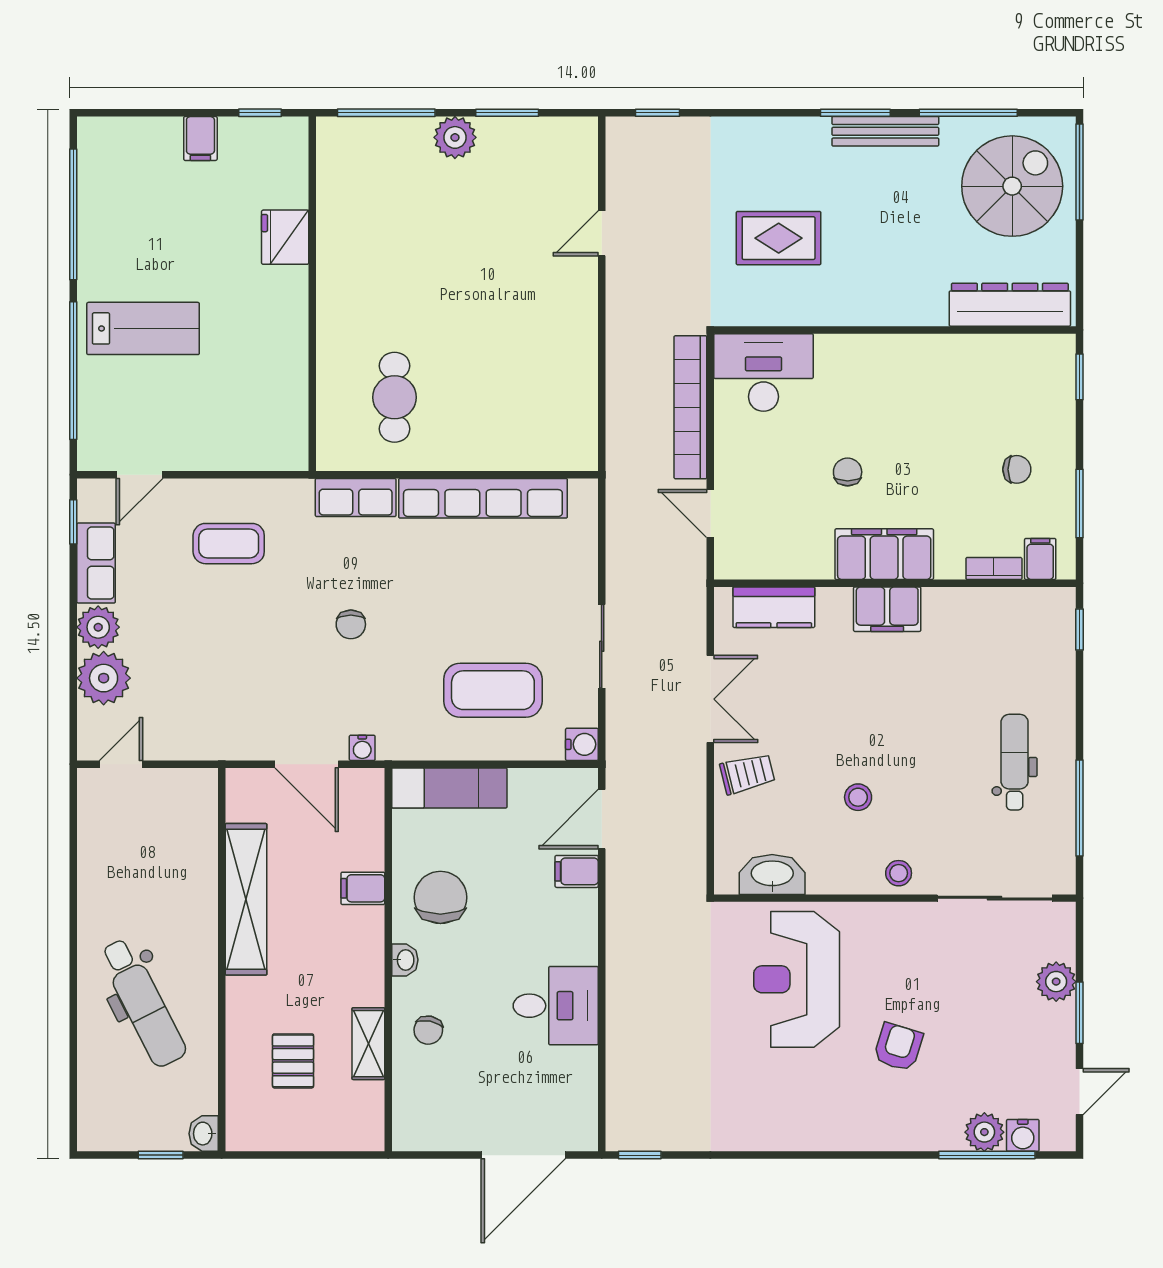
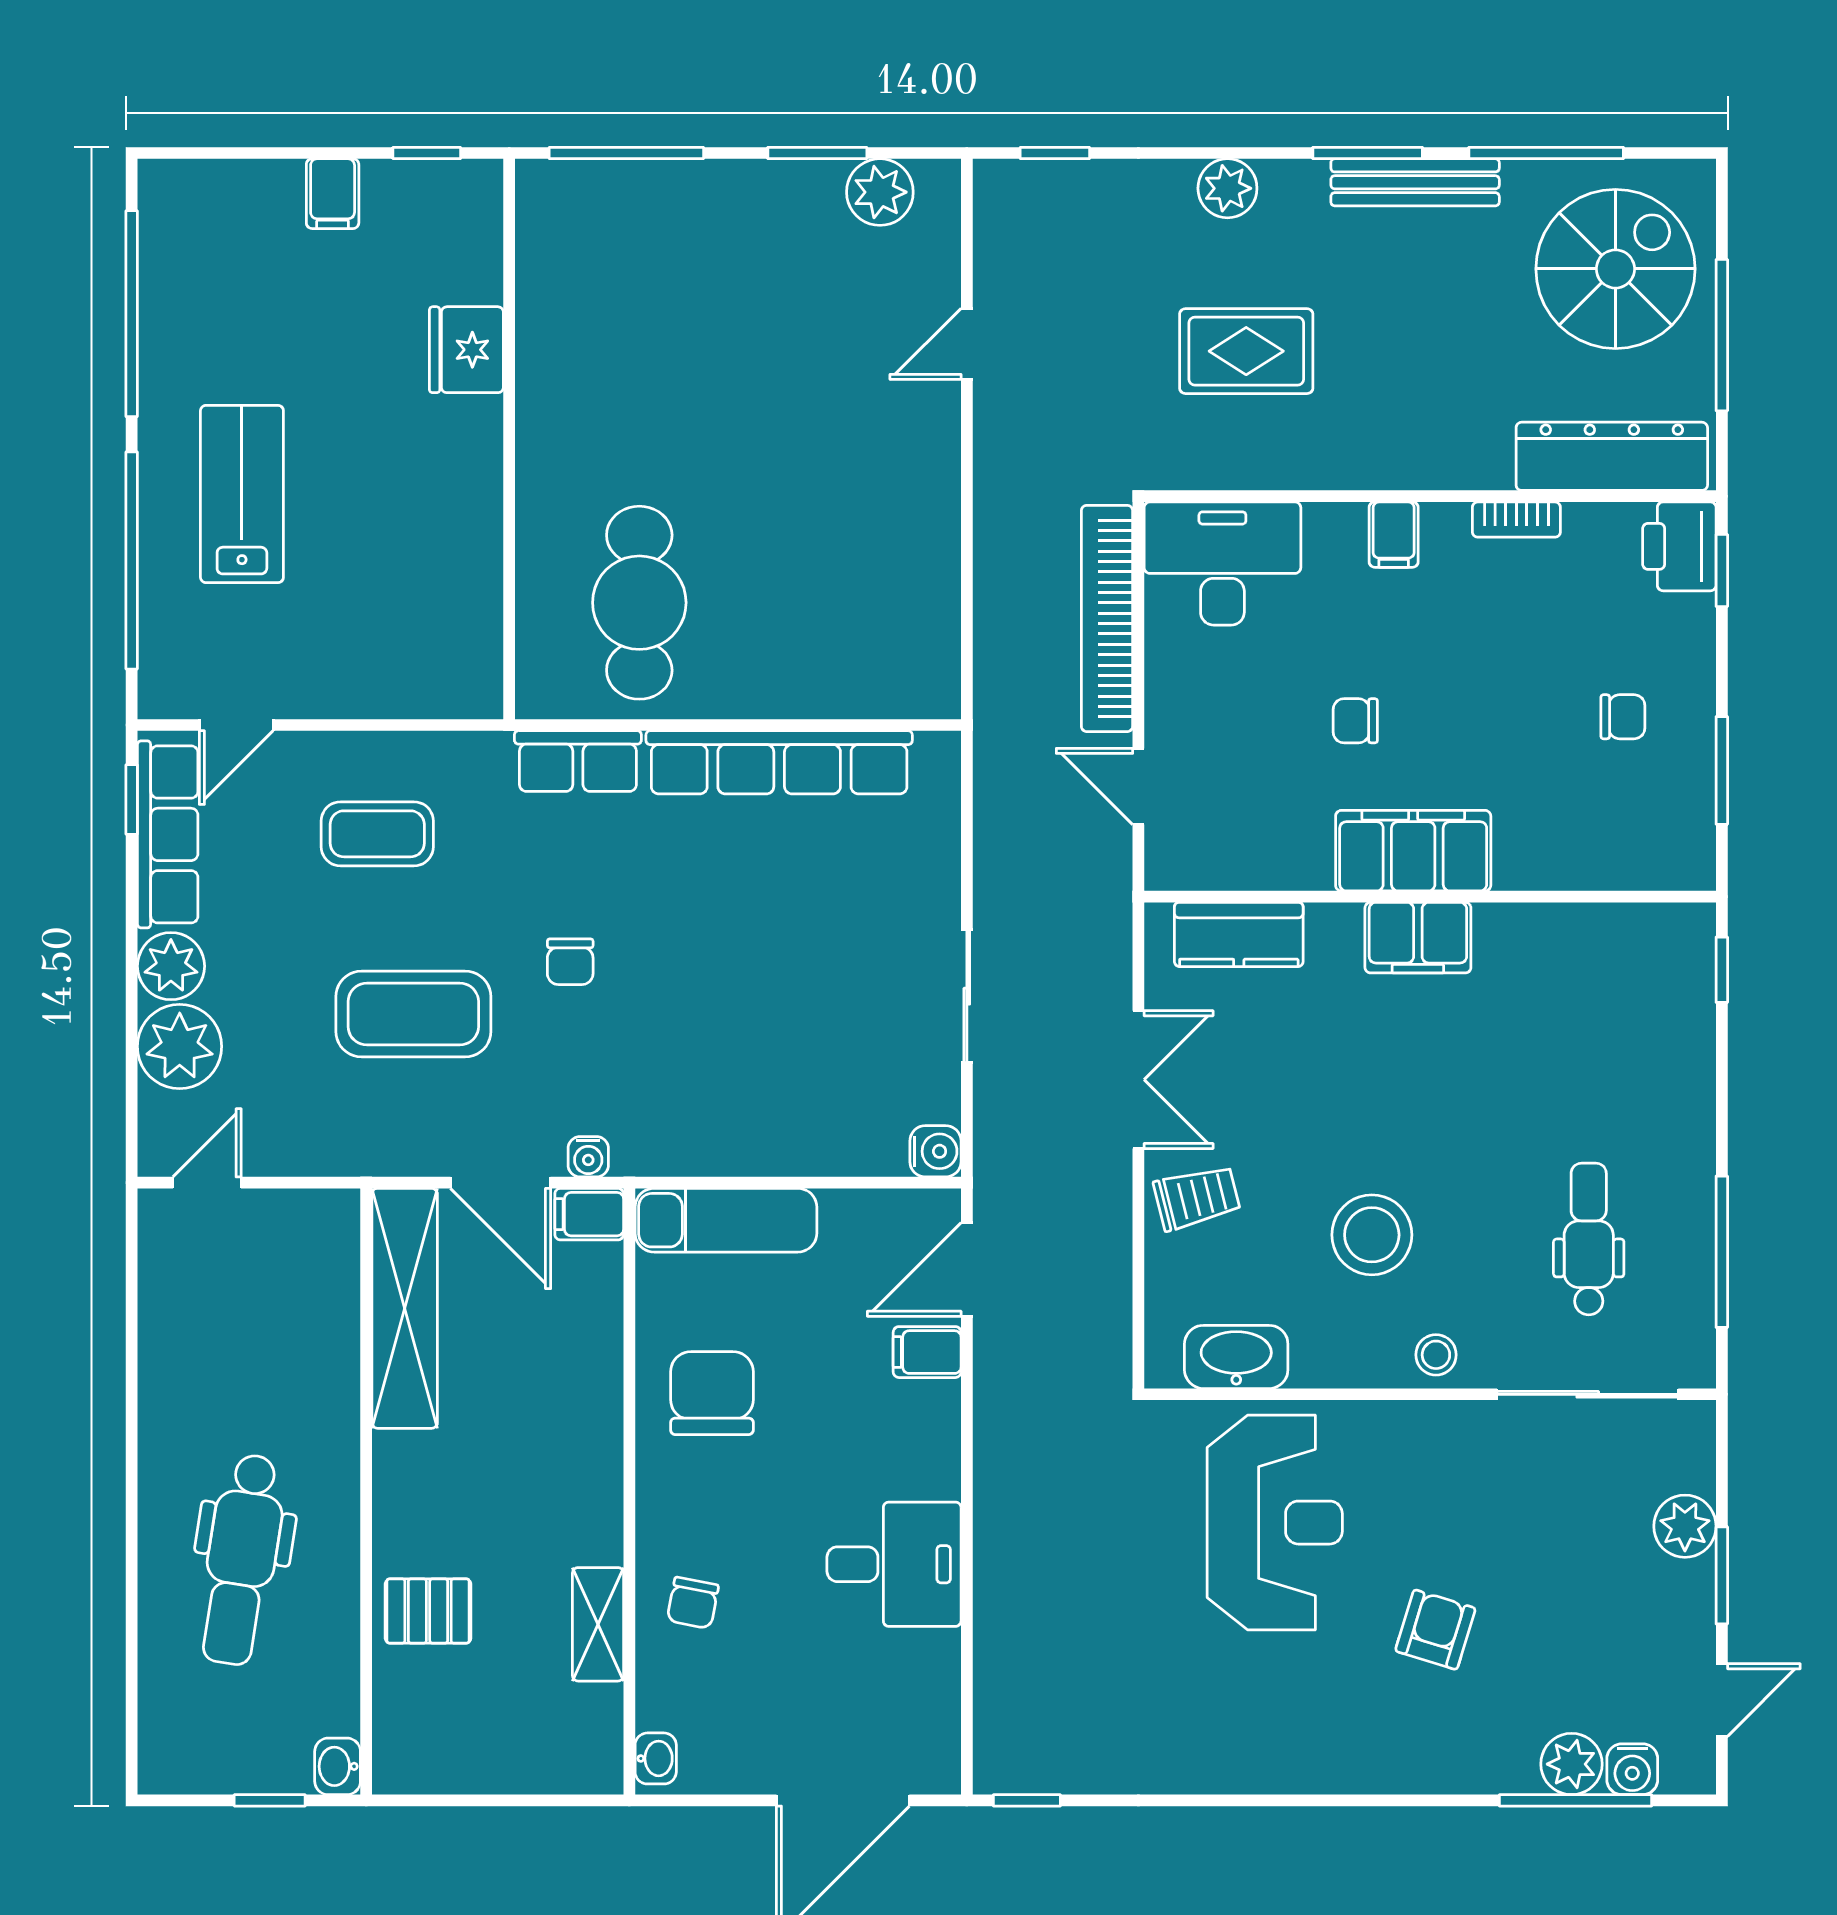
plant: (767, 135) -> (1227, 188), added
plant: (455, 137) -> (880, 192), moved
window: (1079, 172) -> (1722, 335), moved
lab bench: (143, 328) -> (242, 494), turned -90
printer: (1053, 362) -> (1679, 546), added
cafe table: (395, 397) -> (639, 603), width x1.37, depth x1.35
chair: (848, 472) -> (1355, 721), turned -90
filing cabinet: (1040, 559) -> (1394, 535), moved, turned 180
row of seats: (96, 563) -> (168, 834), width x1.48
bookcase: (994, 568) -> (1516, 520), moved, turned 180
coffee table: (493, 690) -> (413, 1014), moved
dental chair: (1015, 762) -> (1589, 1239), moved
stool: (858, 797) -> (1372, 1235), width x1.89, depth x1.89
filing cabinet: (363, 888) -> (589, 1214), moved
shelving: (246, 899) -> (405, 1308), moved
washbasin: (405, 960) -> (656, 1758), moved
reception desk: (797, 979) -> (1275, 1523), turned 180
dental chair: (143, 1003) -> (241, 1559), turned 36
pallet: (293, 1061) -> (428, 1611), moved, turned 90

